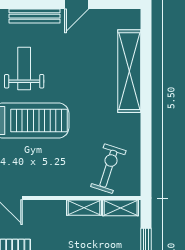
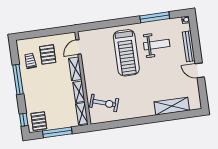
shelving: (129, 71) -> (172, 106), width x0.68
shelving: (45, 208) -> (75, 69), added

